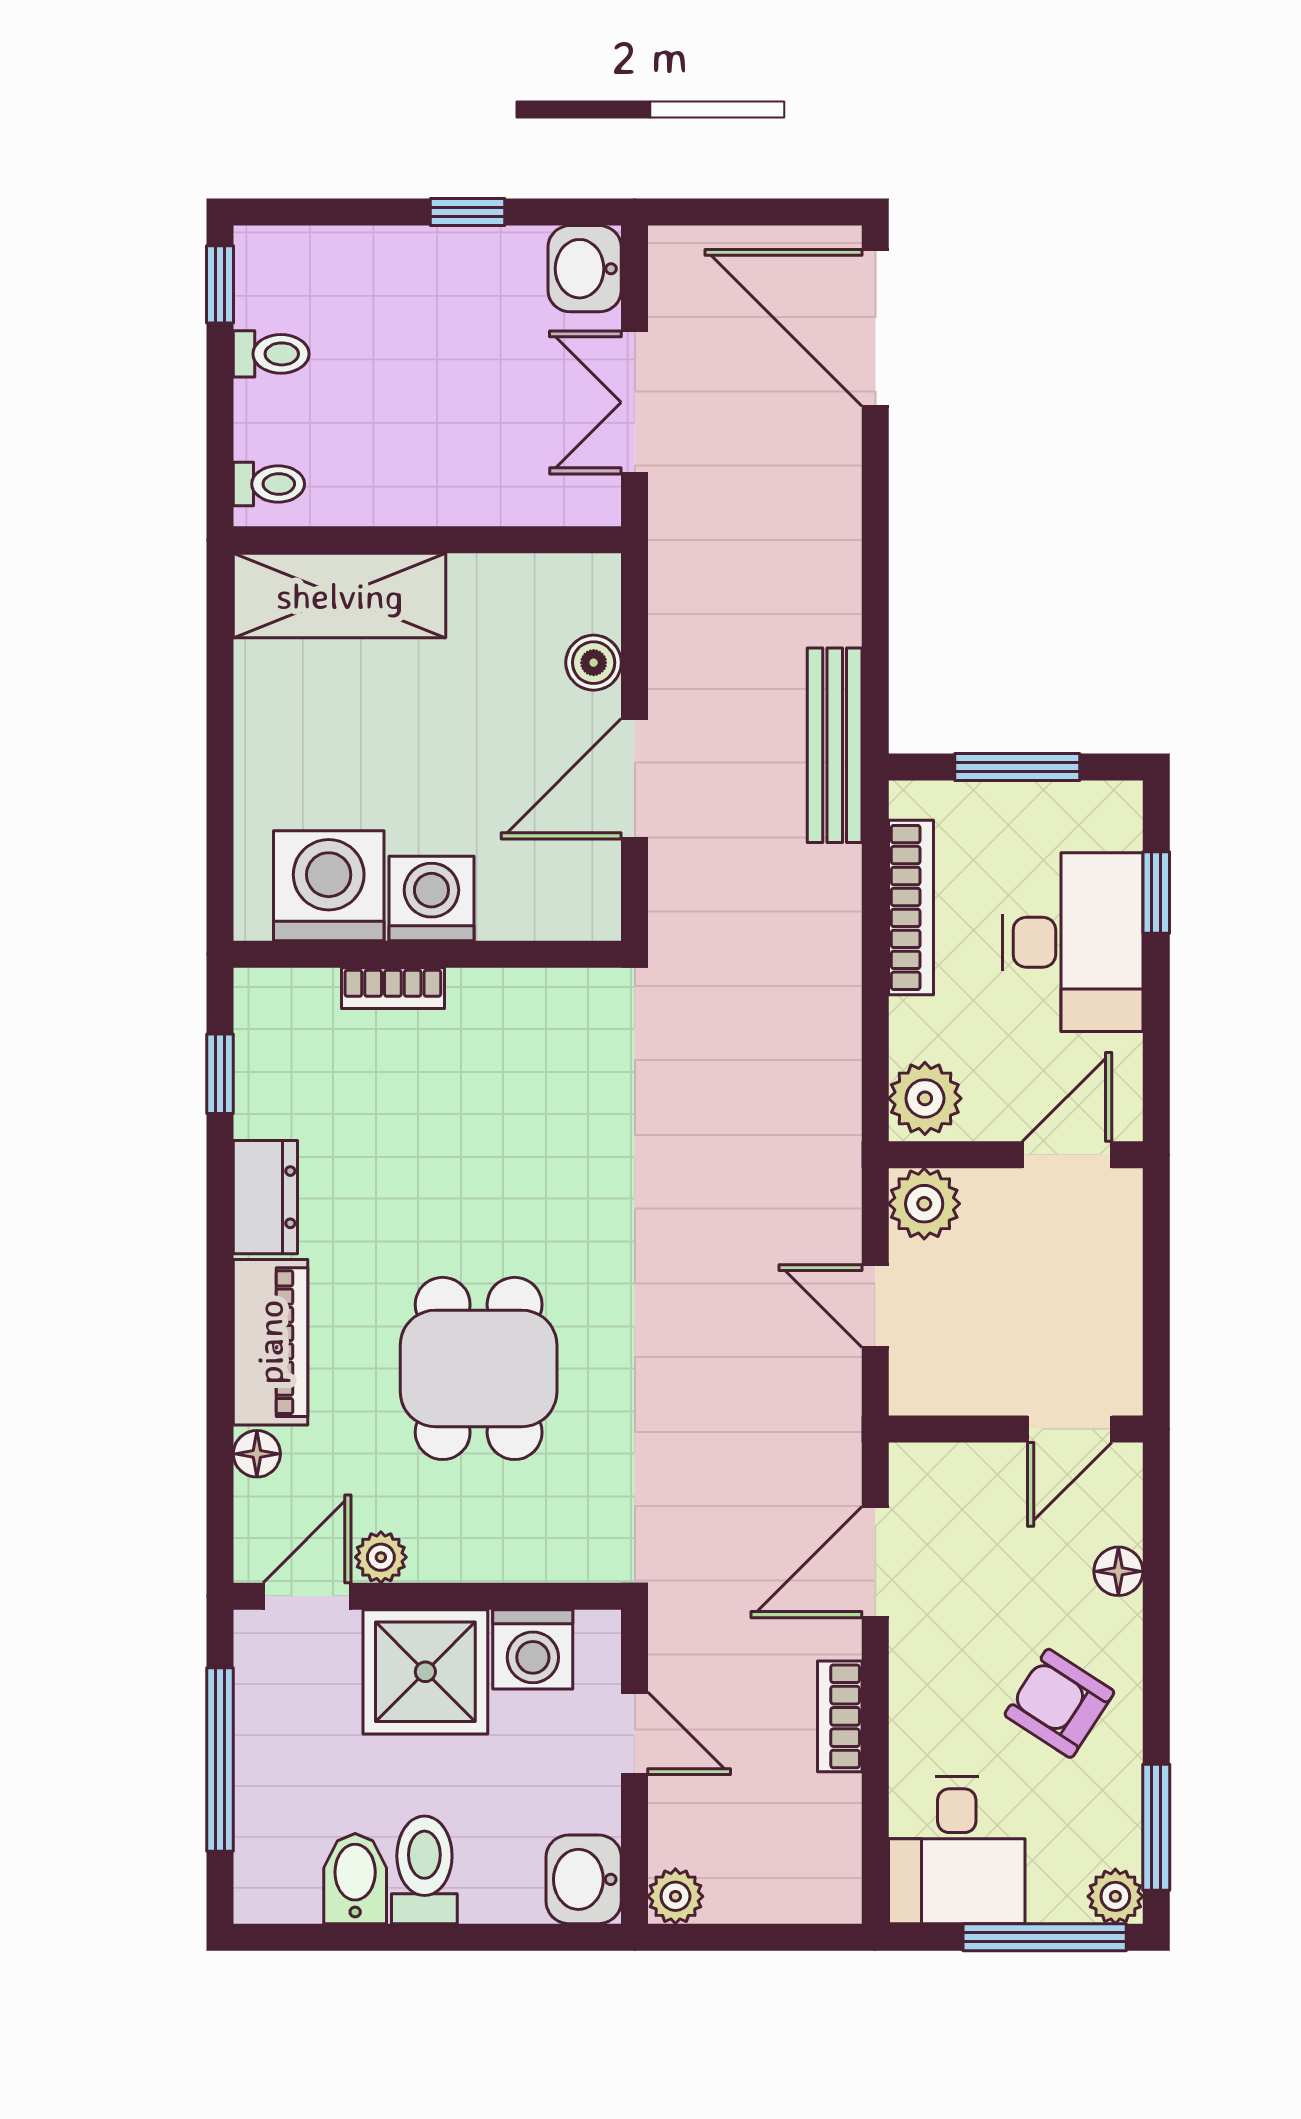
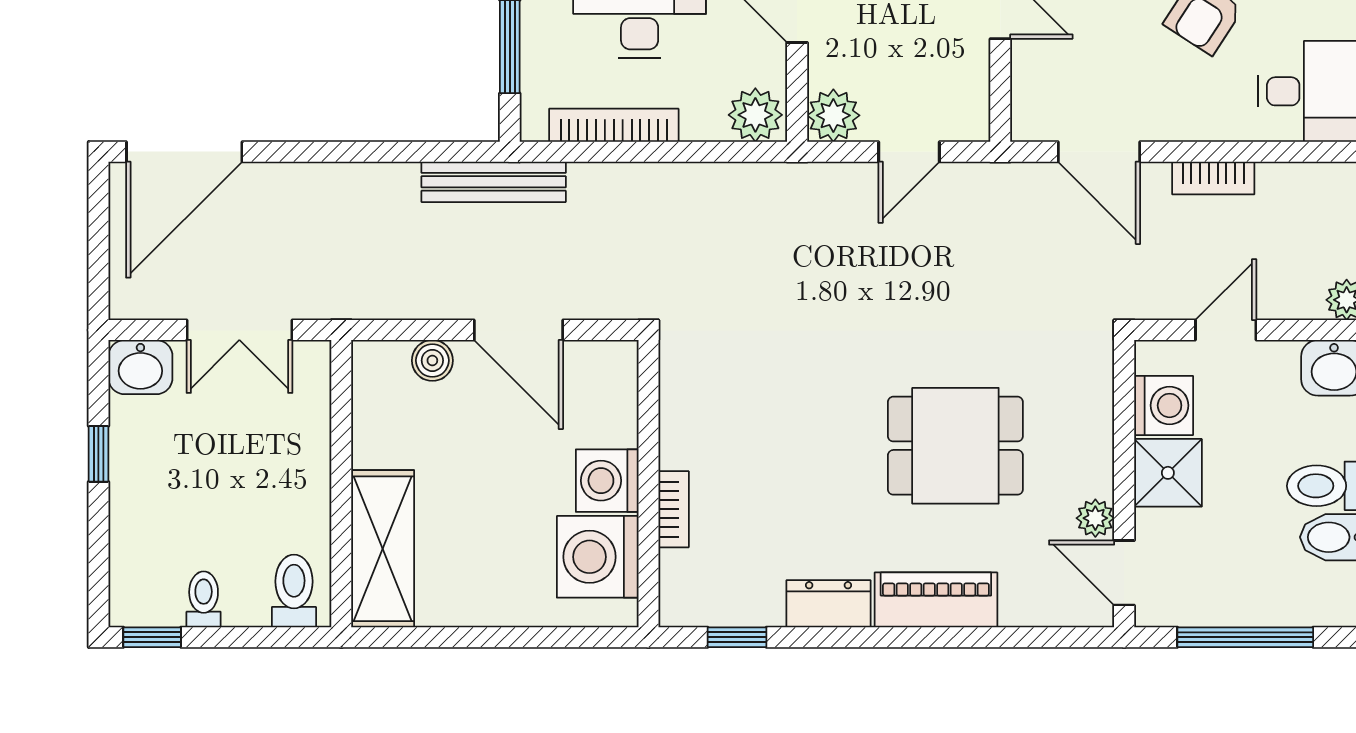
toilet: (269, 484) -> (294, 591), width x1.37, depth x1.39
floor lamp: (257, 1454) -> (1019, 610), removed
shower: (425, 1672) -> (1168, 473), width x0.73, depth x0.73

